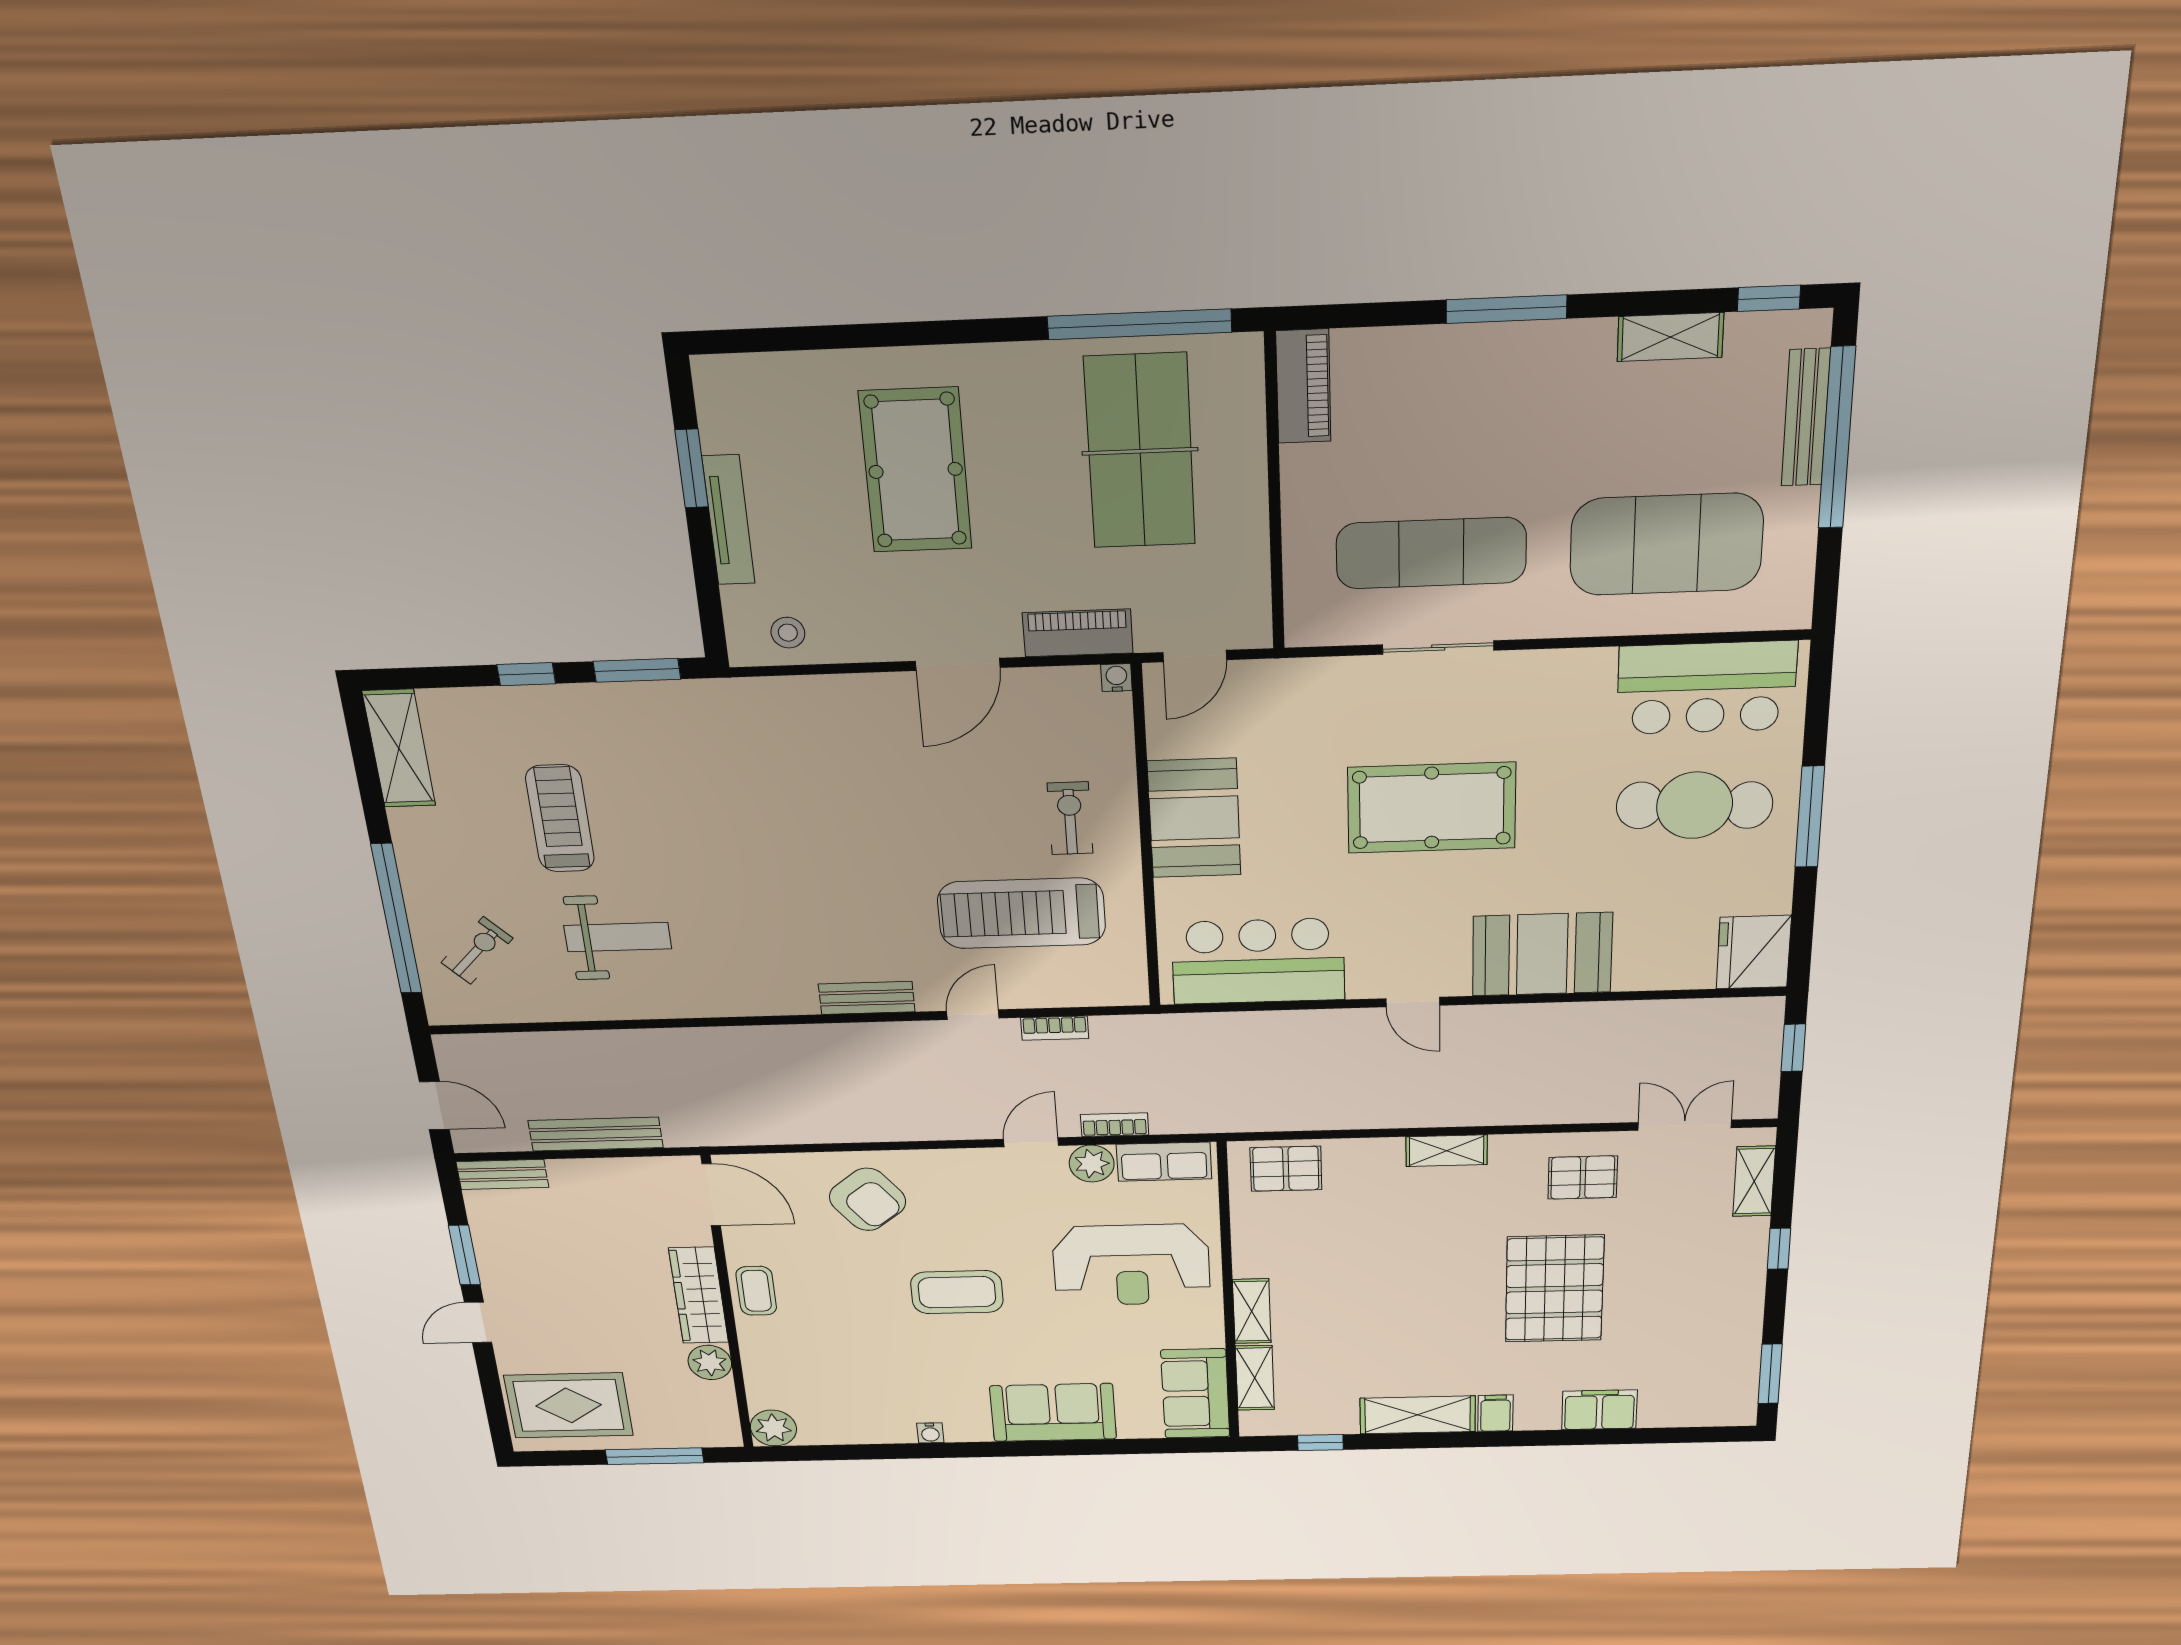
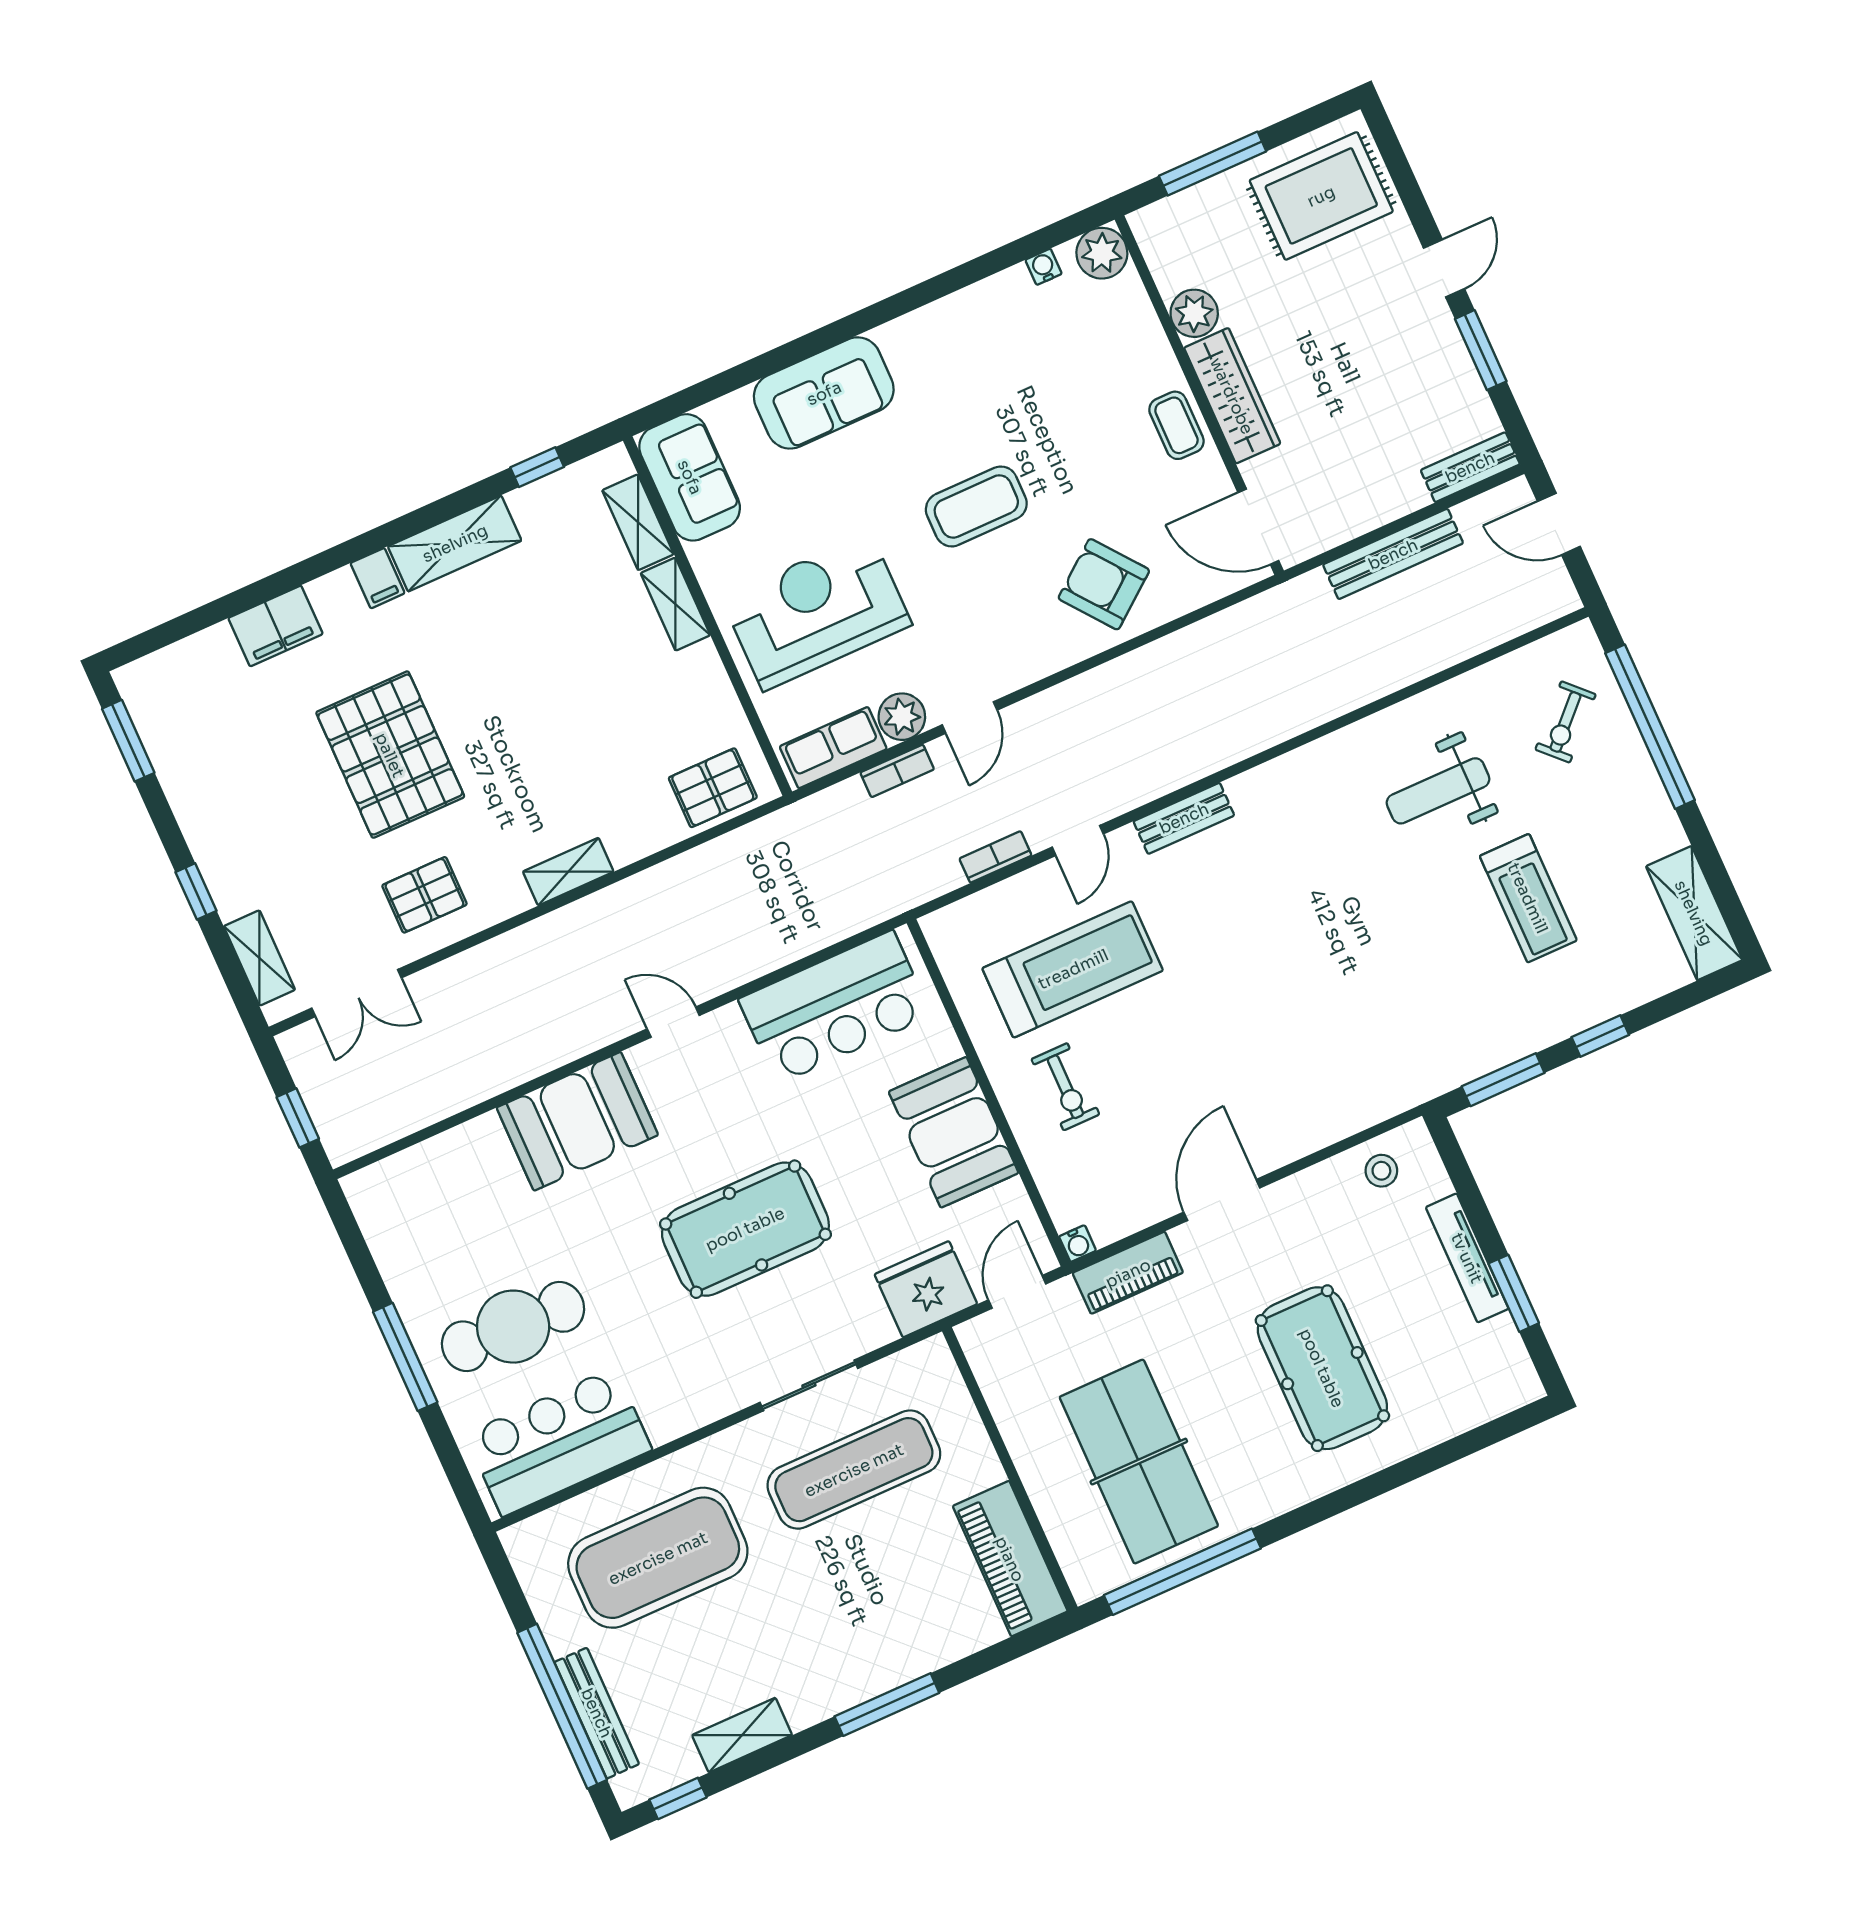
piano: (1303, 386) -> (1010, 1559), width x1.37, depth x1.33
fridge: (1754, 952) -> (926, 1289), moved, turned -90
water cooler: (930, 1433) -> (1044, 267), moved

